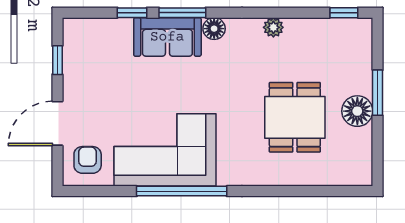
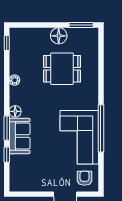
window: (57, 60) -> (32, 194), removed
window: (378, 93) -> (81, 25), moved
armchair: (88, 160) -> (85, 178), turned 90

